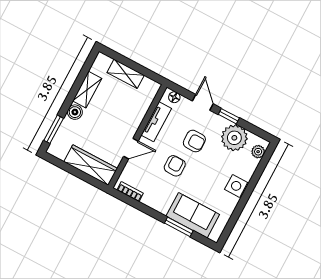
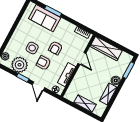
door: (131, 149) -> (82, 58), swing flipped
side table: (236, 186) -> (32, 48), moved

